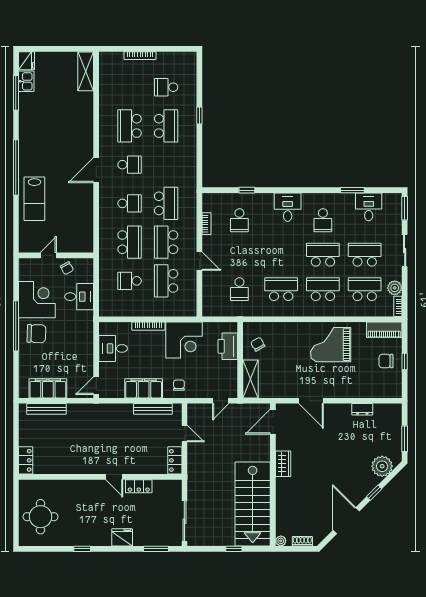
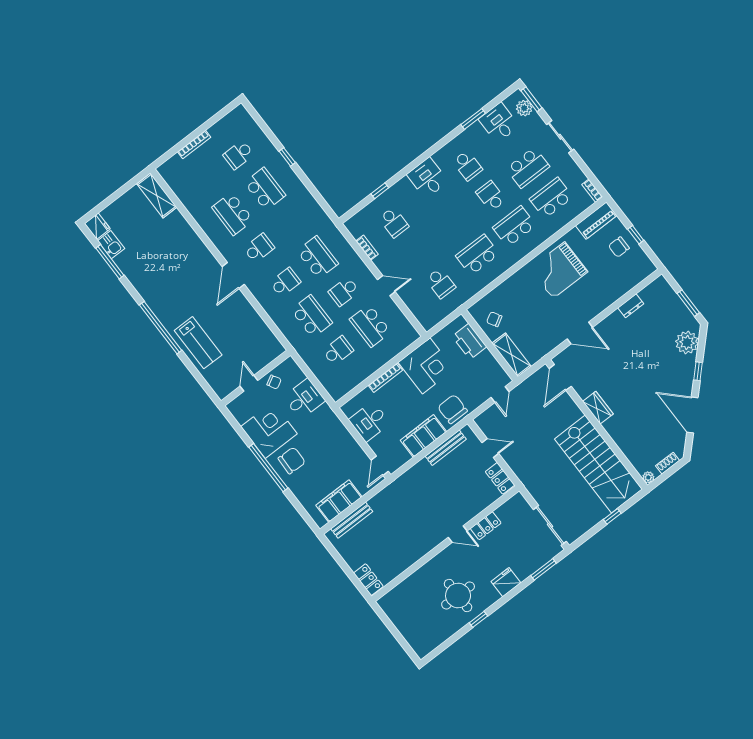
school desk: (166, 242) -> (344, 292), width x0.54
school desk: (323, 255) -> (491, 196), width x0.54
school desk: (365, 255) -> (528, 168), turned 180
school desk: (130, 281) -> (338, 351), turned 180
plant: (395, 288) -> (524, 108), moved
chair: (179, 385) -> (453, 409), width x1.87, depth x1.87
round table: (41, 517) -> (458, 596), moved

